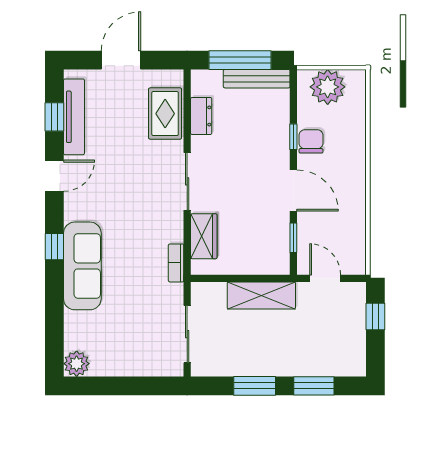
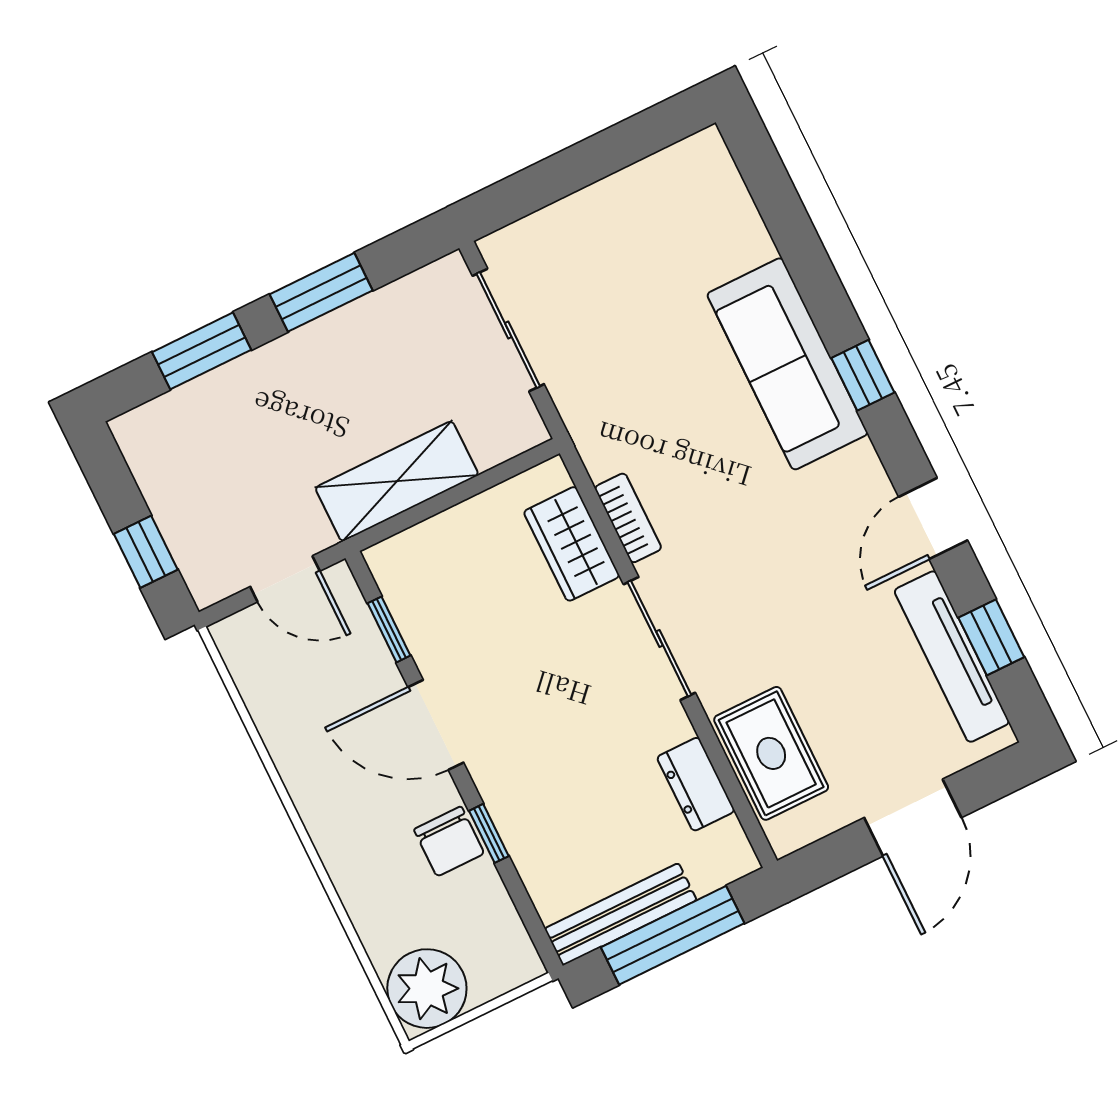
plant: (328, 87) -> (427, 989), moved
bookcase: (176, 263) -> (628, 518), moved
plant: (77, 364) -> (703, 161), removed

